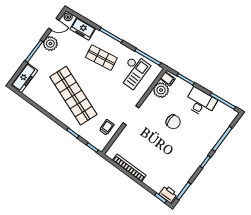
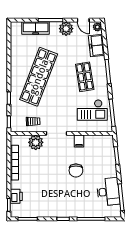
freezer: (24, 78) -> (36, 28), moved
filing cabinet: (168, 79) -> (79, 141), moved
plant: (161, 90) -> (36, 142), moved
desk: (200, 102) -> (108, 192), moved
printer: (168, 194) -> (16, 196), moved

